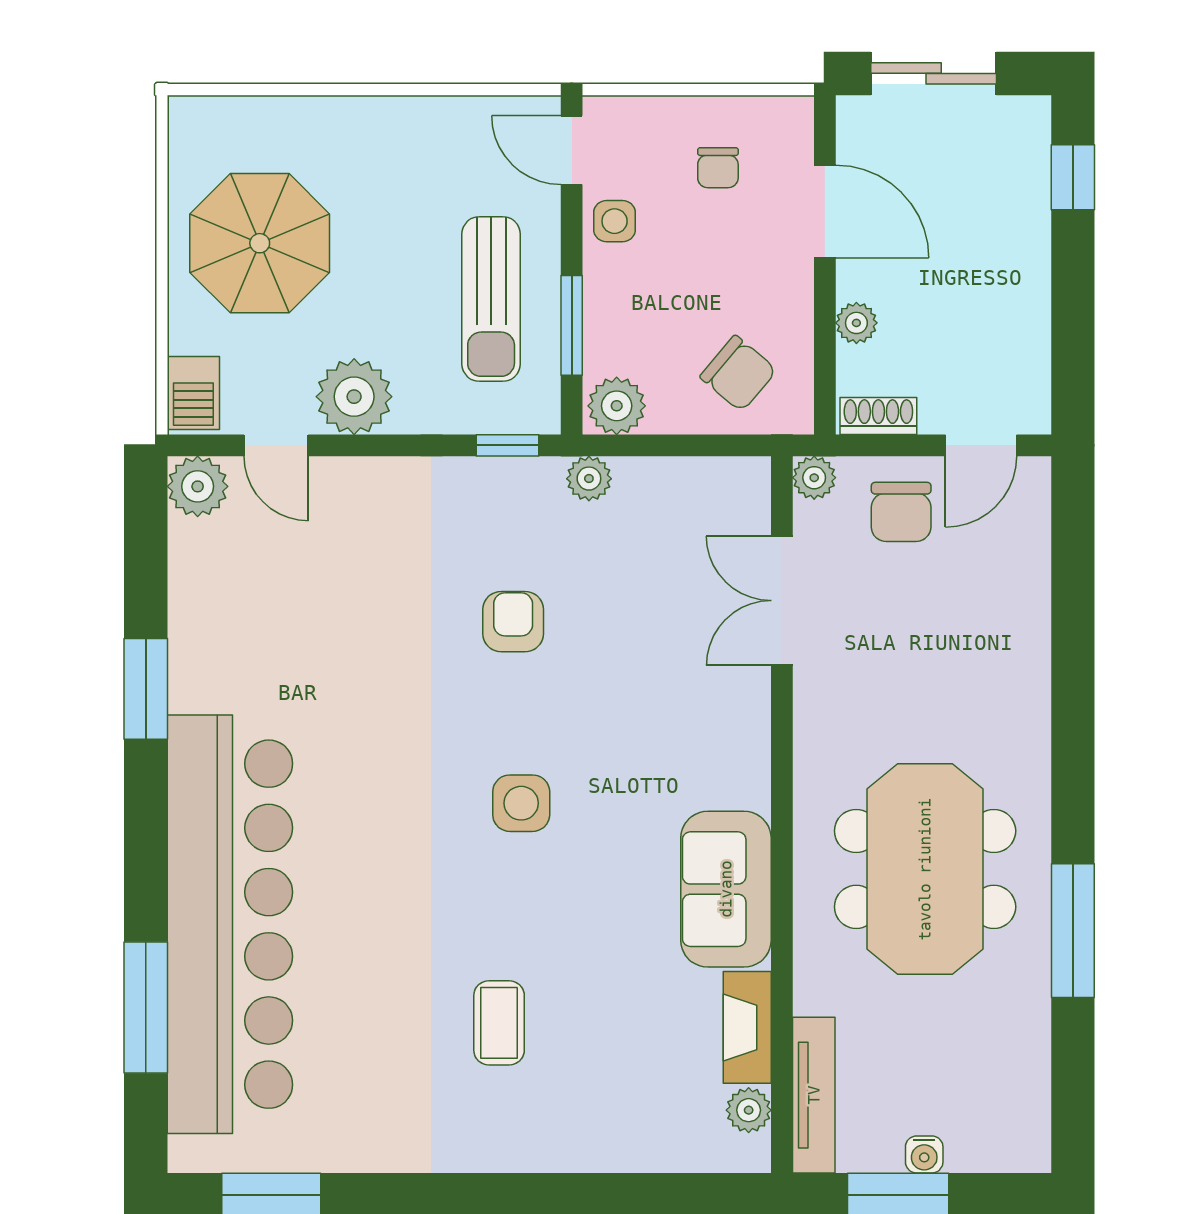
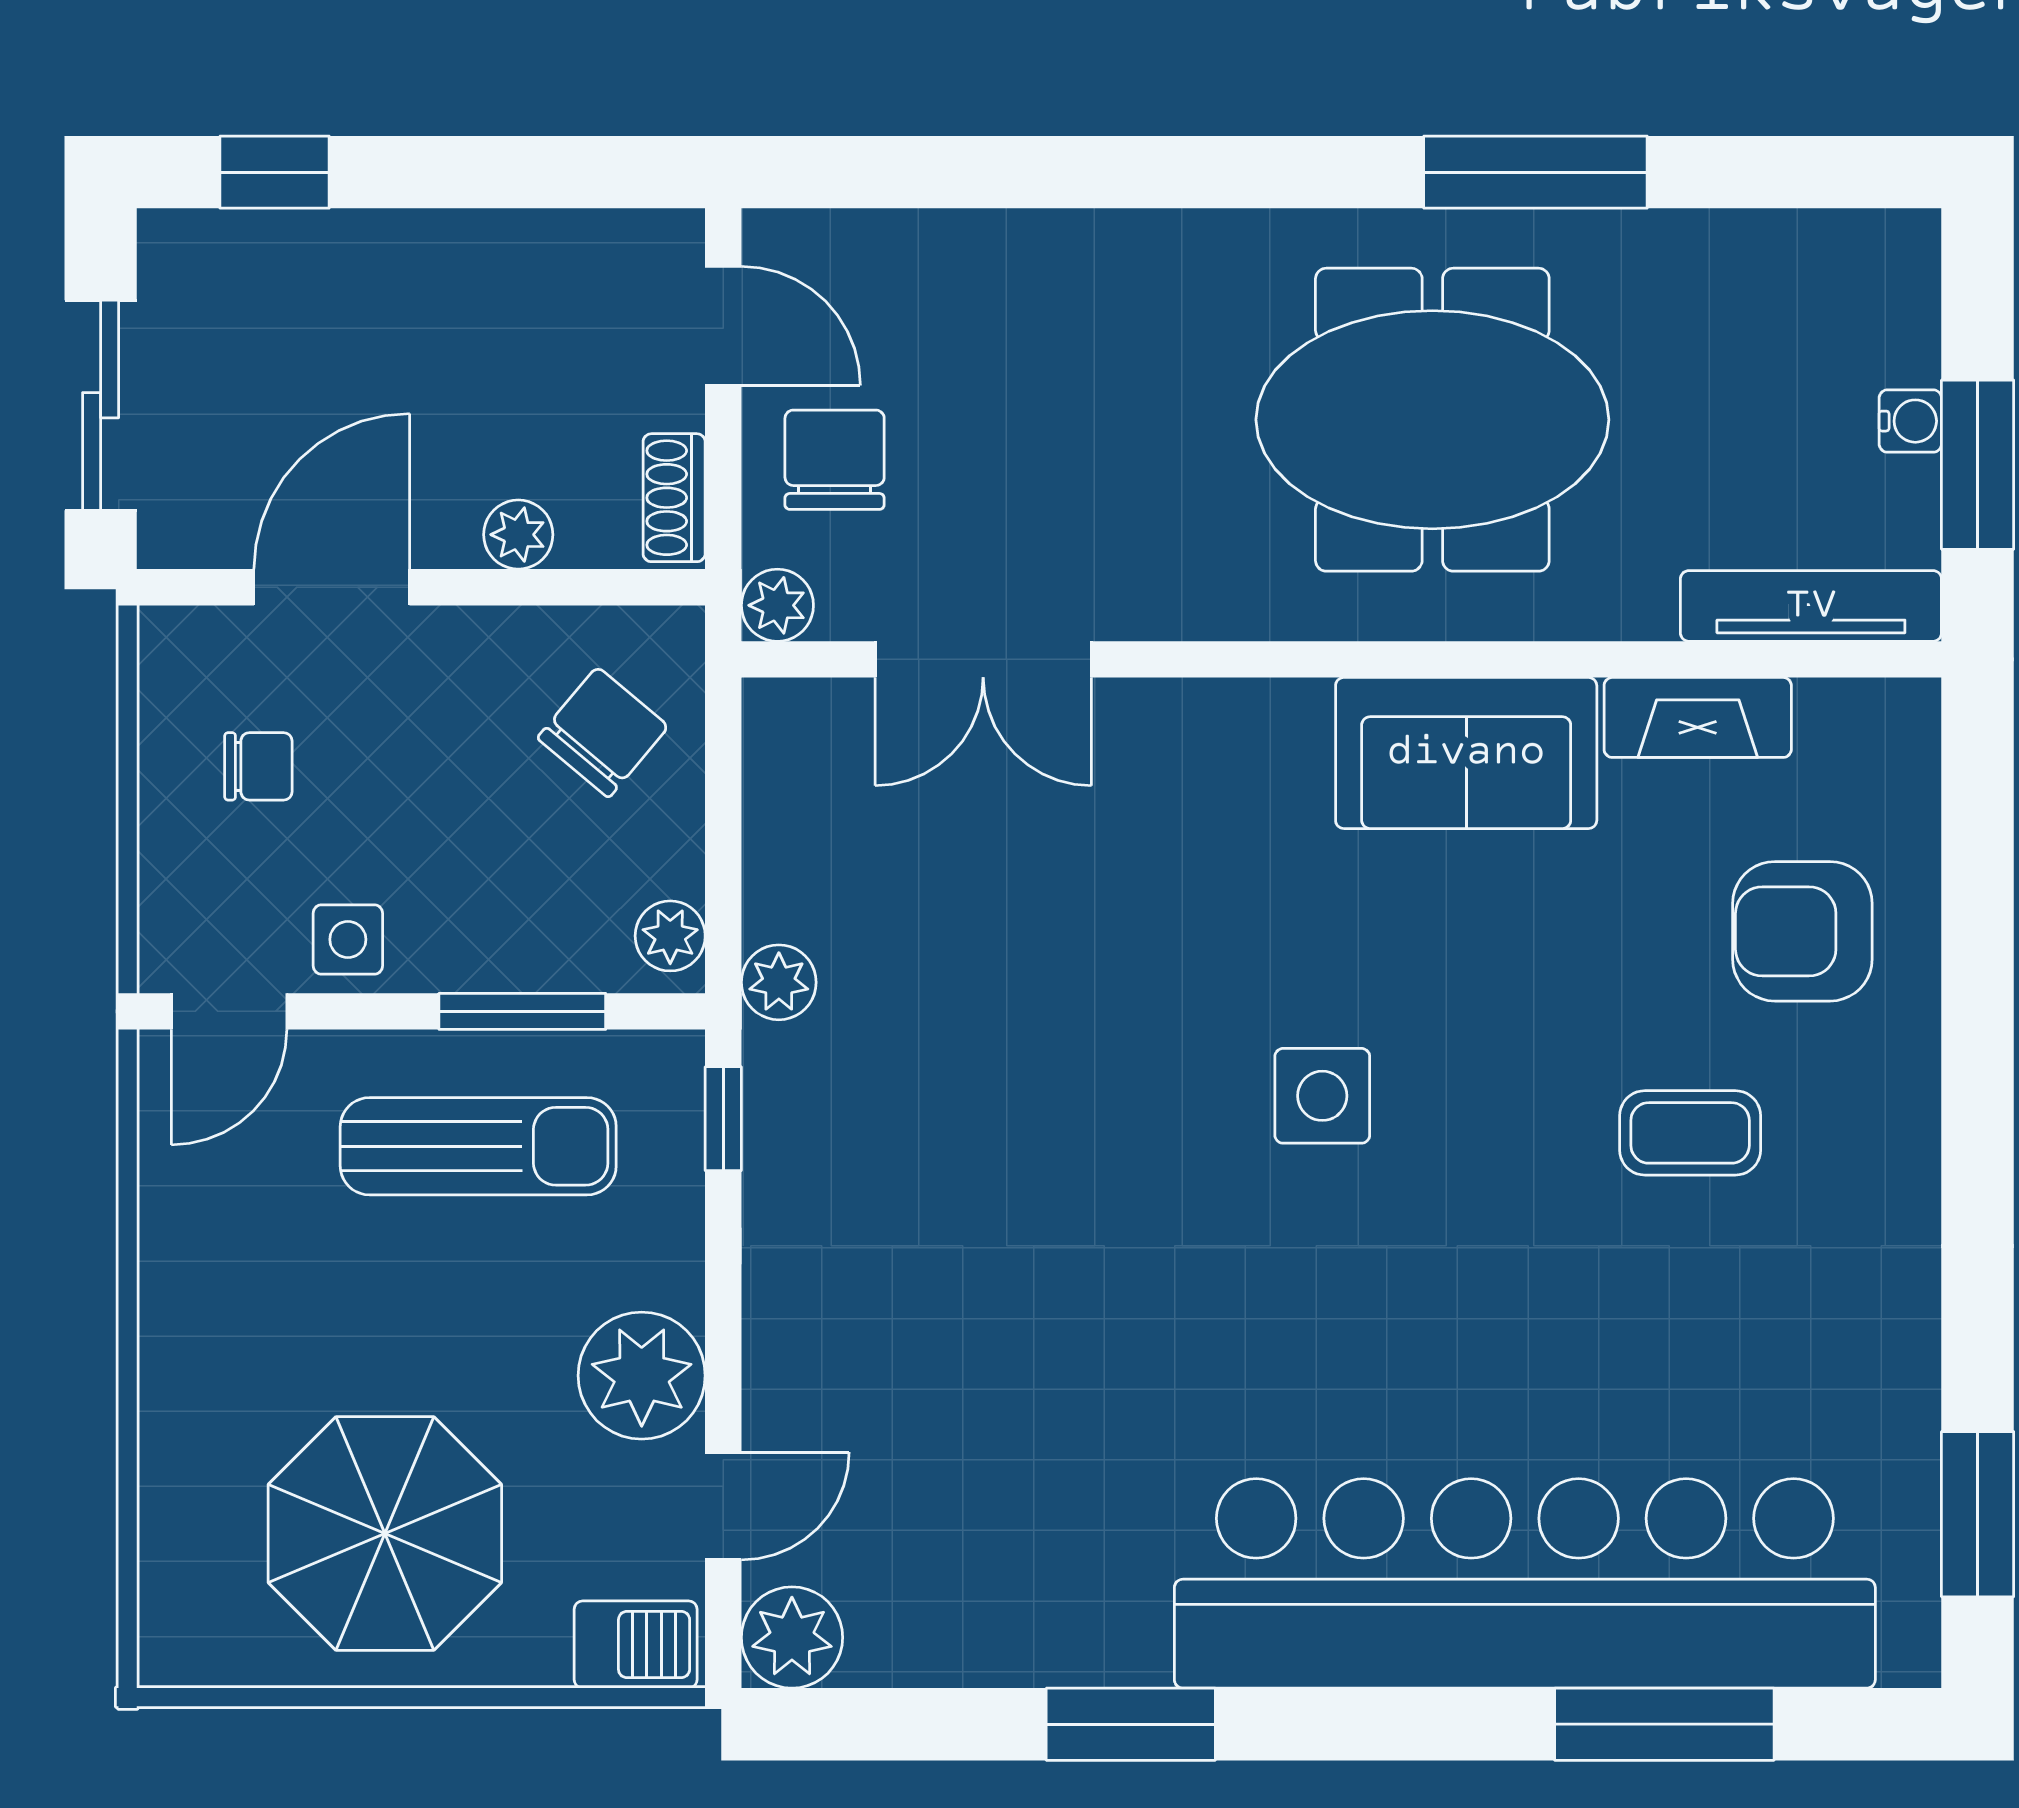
plant: (617, 406) -> (670, 936), width x0.73, depth x0.73
chair: (901, 512) -> (835, 460), turned -90
armchair: (513, 622) -> (1802, 931), moved, width x1.38, depth x1.38
plant: (749, 1110) -> (1836, 715), removed

